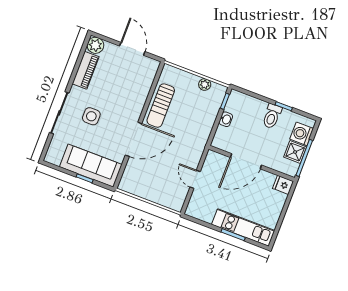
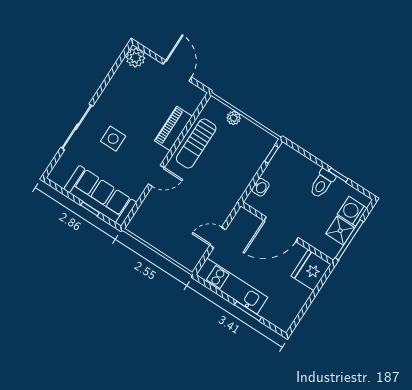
piano: (86, 70) -> (174, 128), moved, turned 180
plant: (205, 84) -> (234, 118), moved
washbasin: (226, 119) -> (260, 187), moved
door: (134, 139) -> (156, 176), width x0.53
door: (195, 179) -> (218, 237), hinge flipped
fridge: (283, 185) -> (311, 270), width x1.88, depth x1.34
kitchen unit: (243, 227) -> (232, 286), moved

